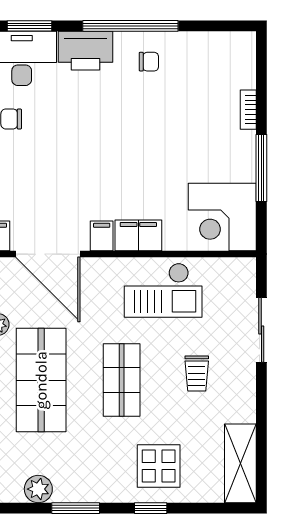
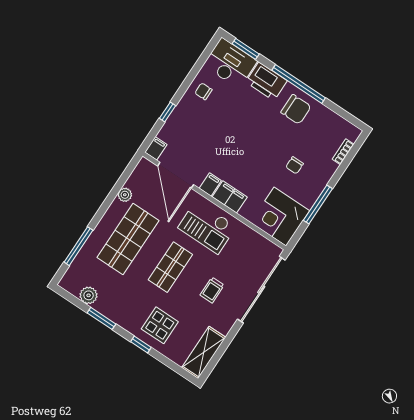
chair: (149, 62) -> (296, 109), width x1.87, depth x1.87
bookcase: (248, 110) -> (343, 152), moved
chair: (196, 137) -> (295, 165), added
checkout: (163, 290) -> (207, 227), moved
sliding door: (261, 330) -> (261, 290), width x1.86

